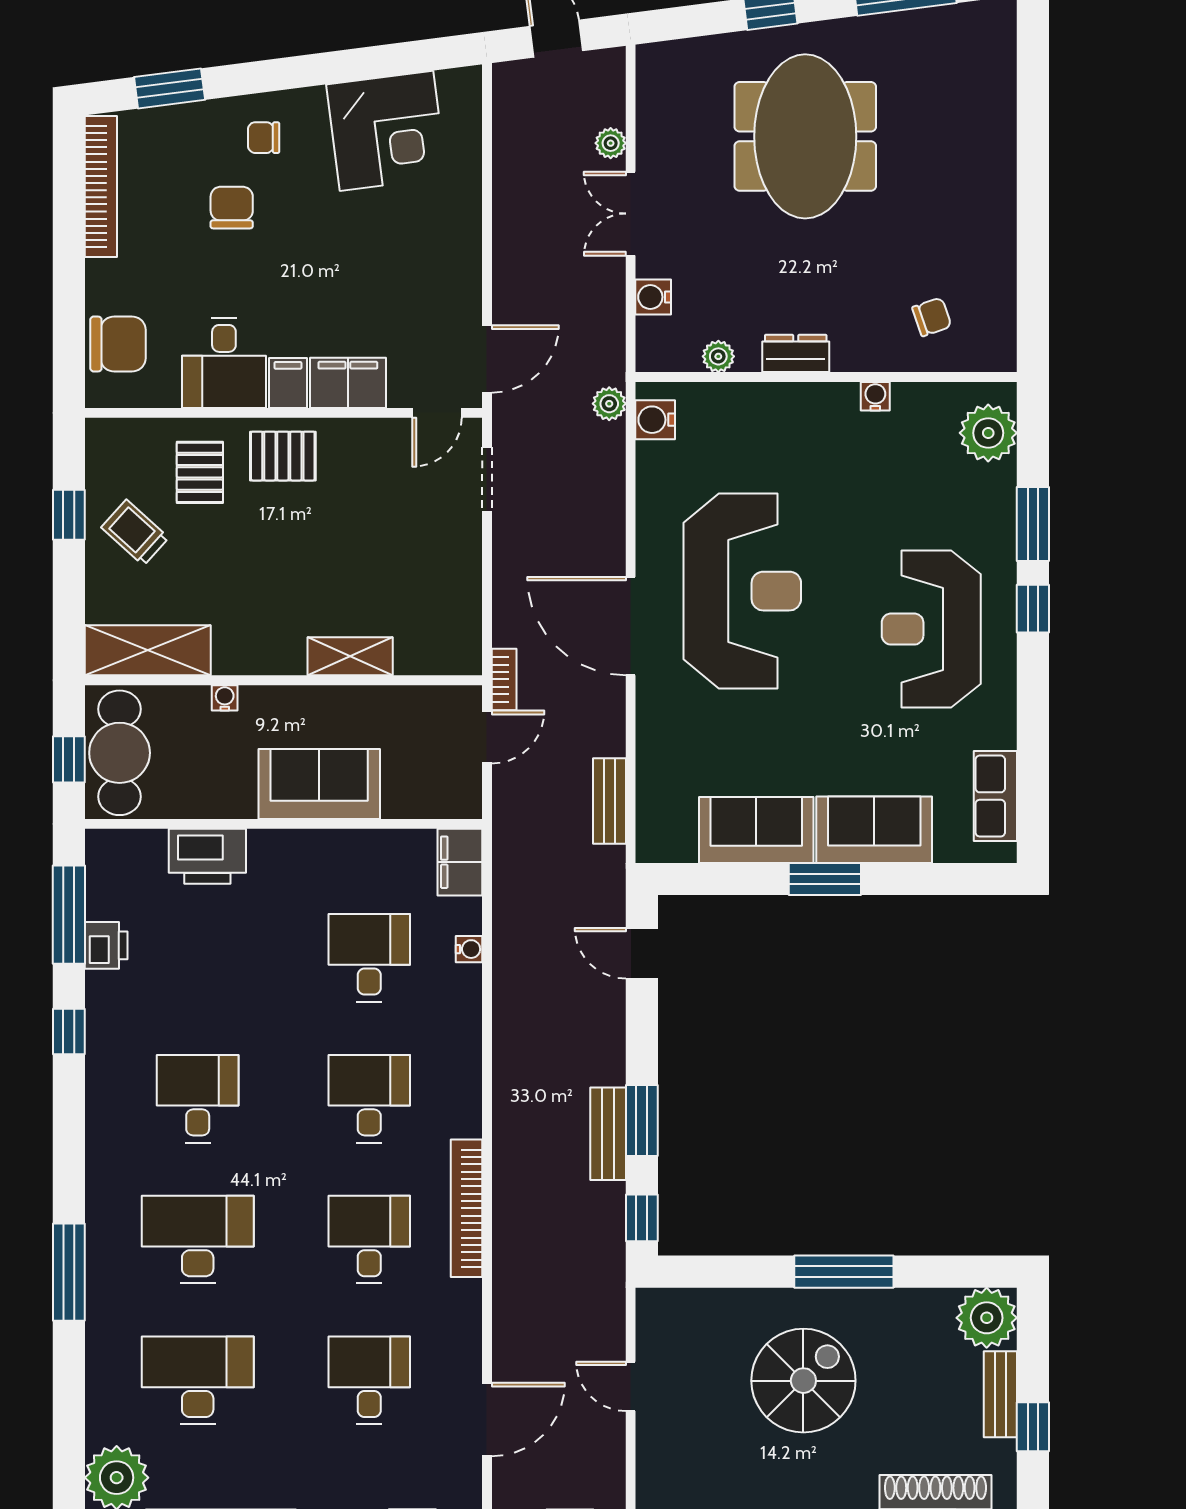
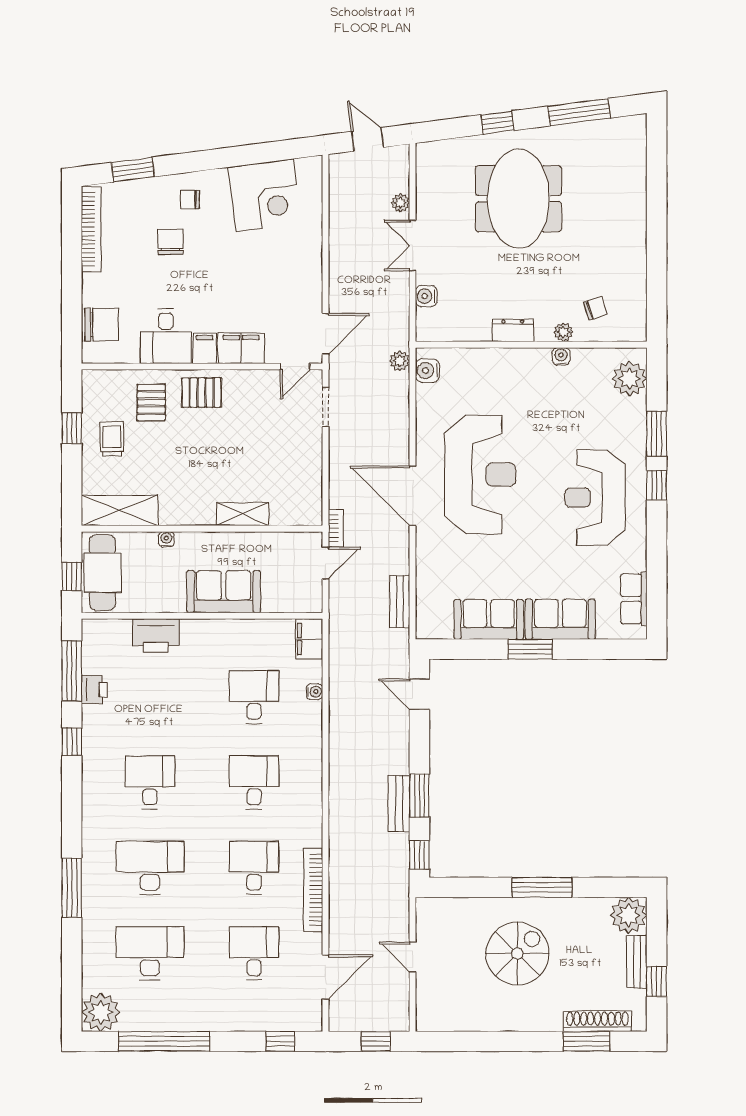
plant: (718, 356) -> (563, 332), moved
trolley: (135, 533) -> (112, 439), turned 47
bookcase: (467, 1208) -> (313, 890), moved

